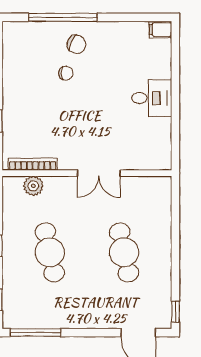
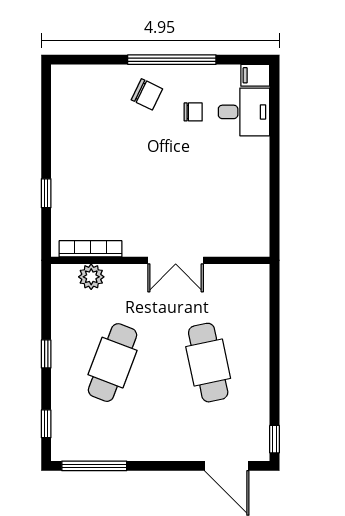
window: (63, 17) -> (172, 60), moved
chair: (66, 73) -> (193, 112), moved
desk: (152, 98) -> (244, 112), moved
cafe table: (50, 252) -> (113, 363), turned 33

